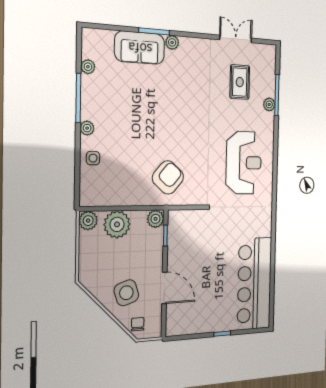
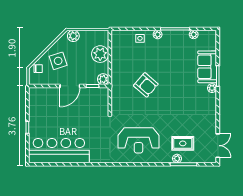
double door: (236, 39) -> (218, 146), moved
rug: (240, 82) -> (183, 143), moved
armchair: (168, 177) -> (146, 85), moved
plant: (88, 221) -> (73, 36), moved
door: (164, 288) -> (70, 86), moved

